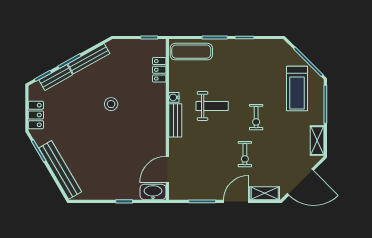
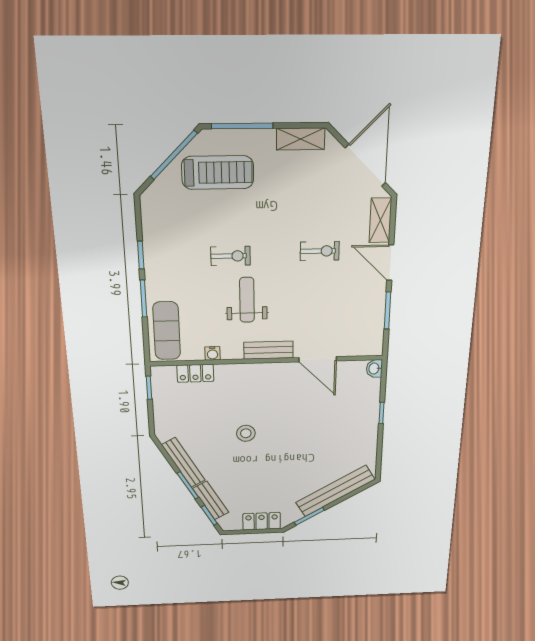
water cooler: (174, 97) -> (212, 353), moved
exercise bike: (256, 117) -> (231, 256), moved
door: (167, 170) -> (318, 359), moved
washbasin: (153, 192) -> (374, 369), width x0.52, depth x0.69

